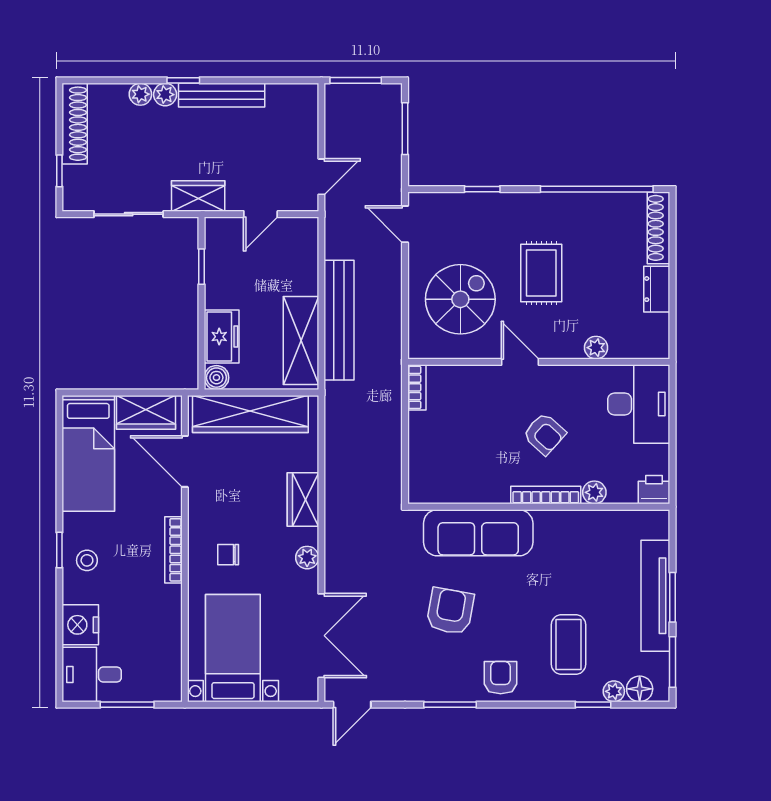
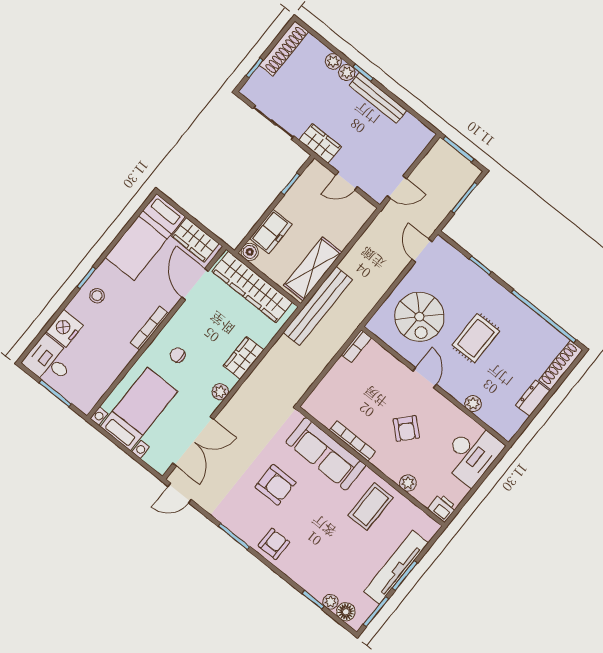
spiral stairs: (460, 299) -> (419, 317), turned 90
bench: (339, 320) -> (318, 306), moved
bookcase: (546, 495) -> (352, 441), moved
armchair: (450, 611) -> (275, 485), turned 80
coffee table: (569, 645) -> (371, 507), moved

